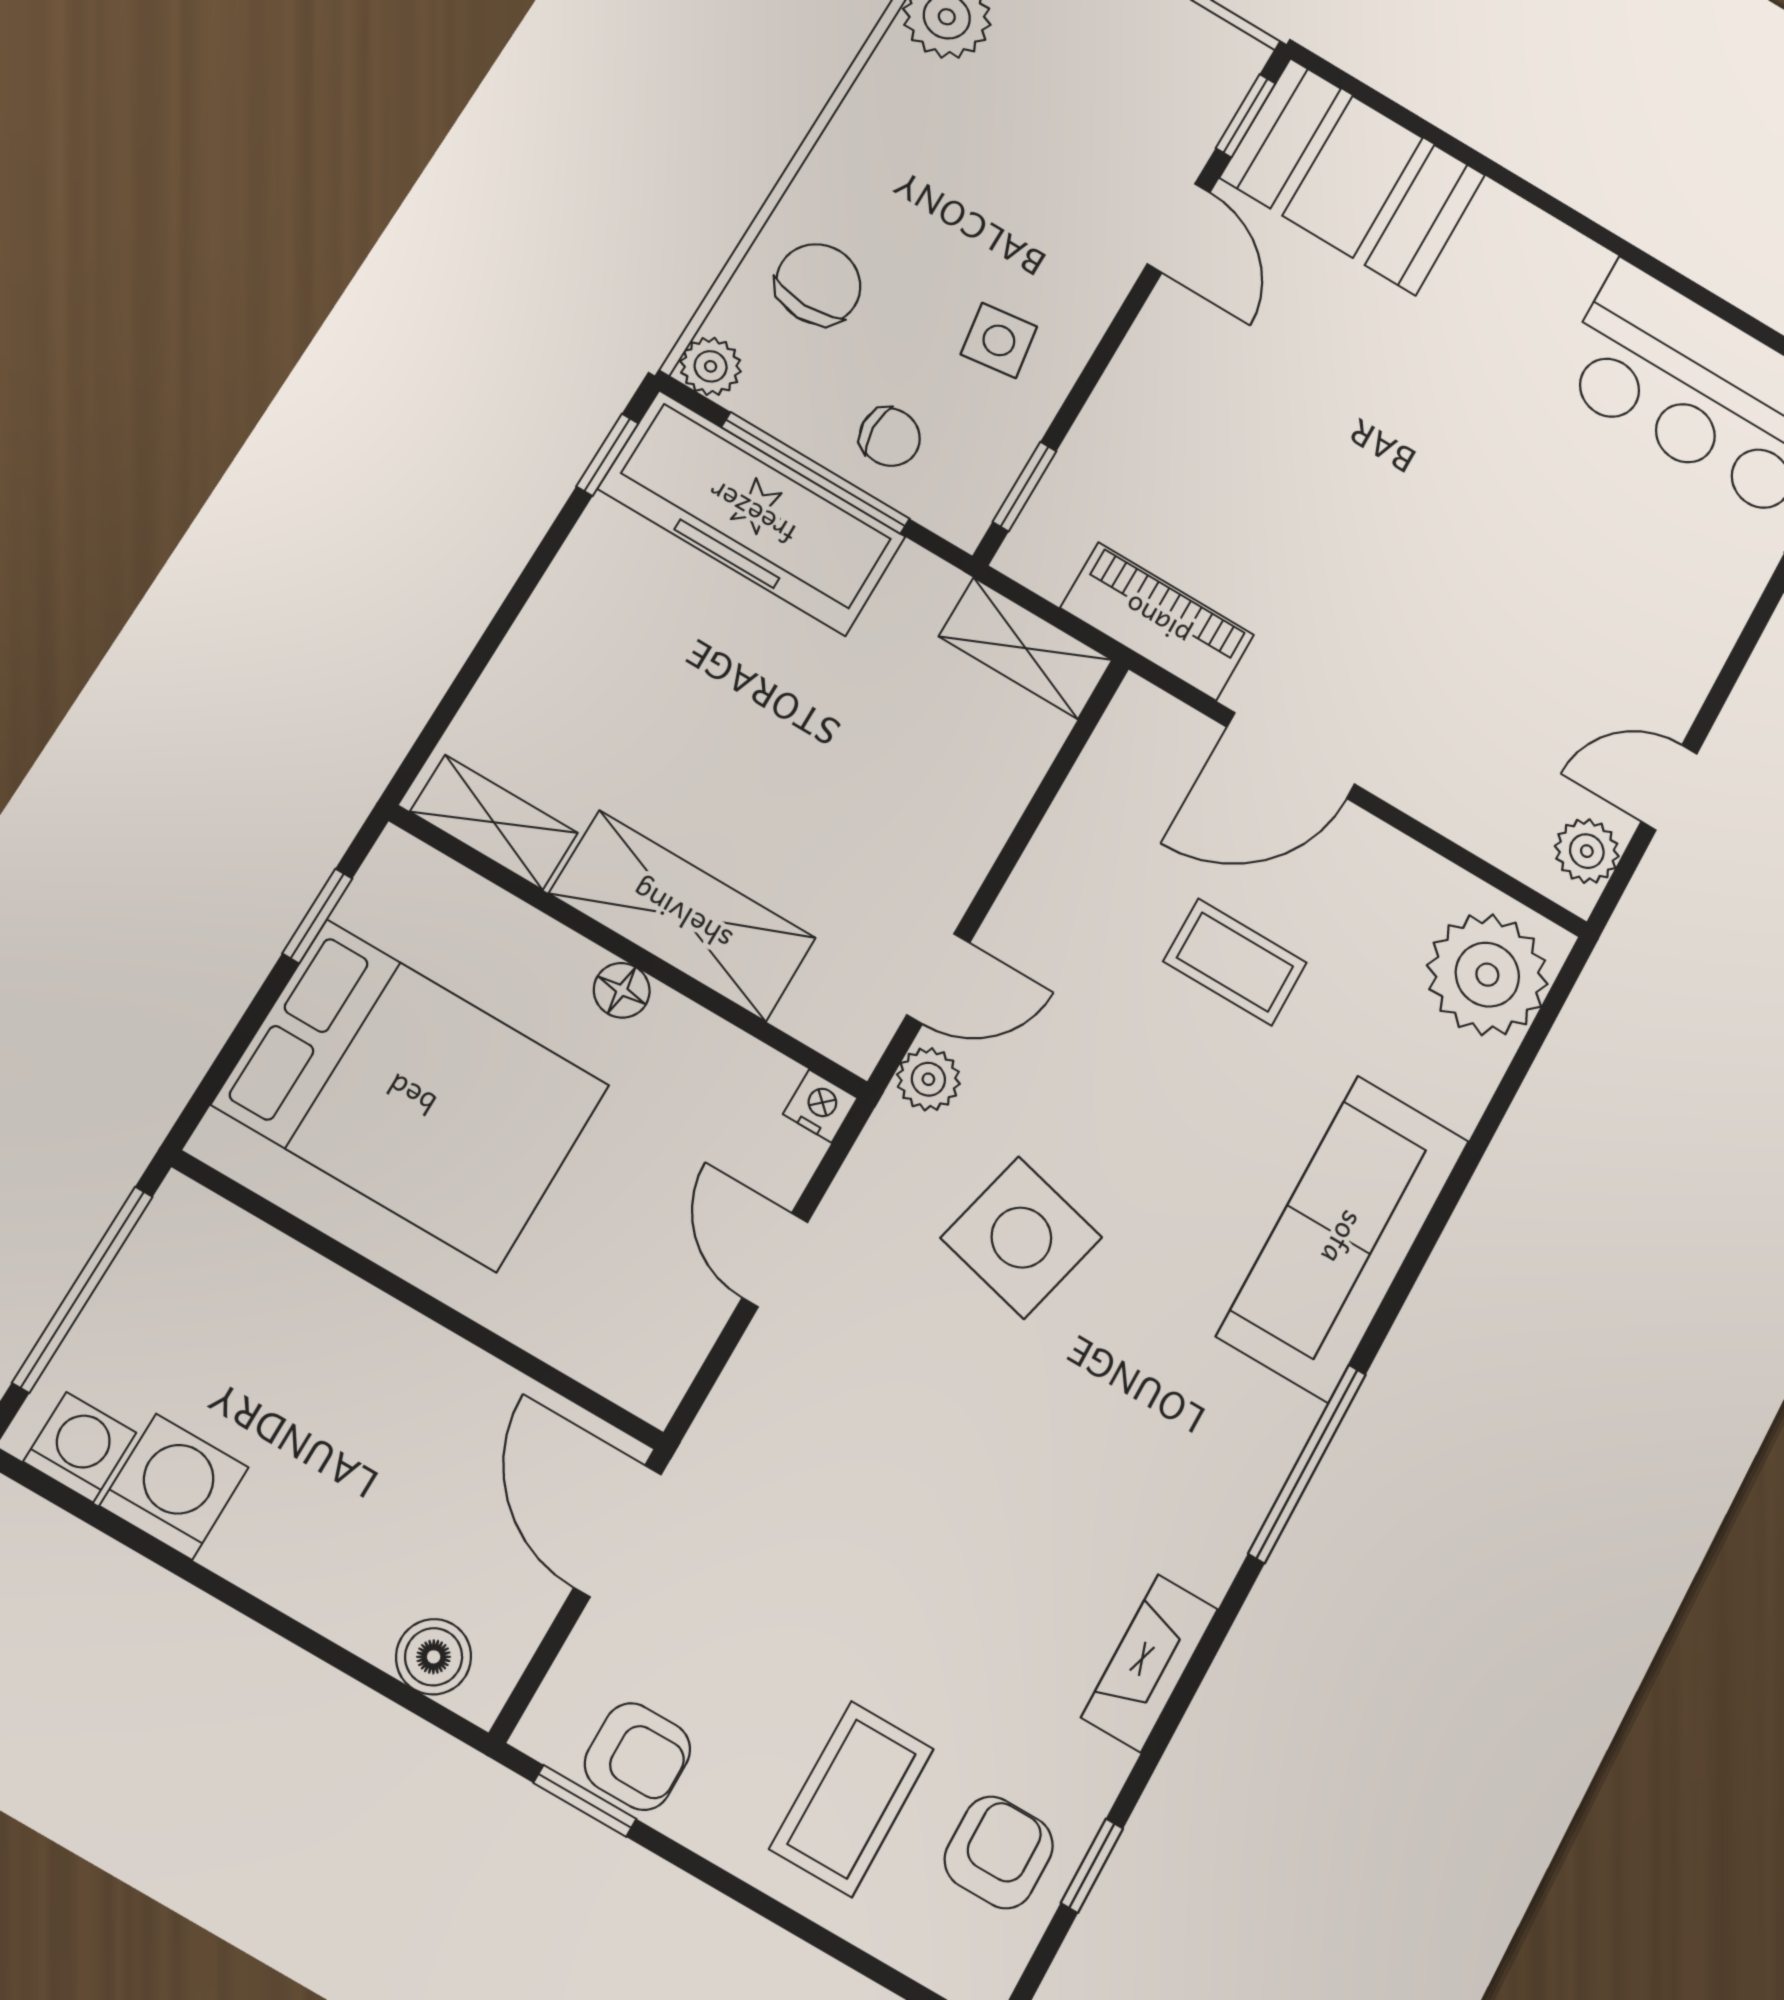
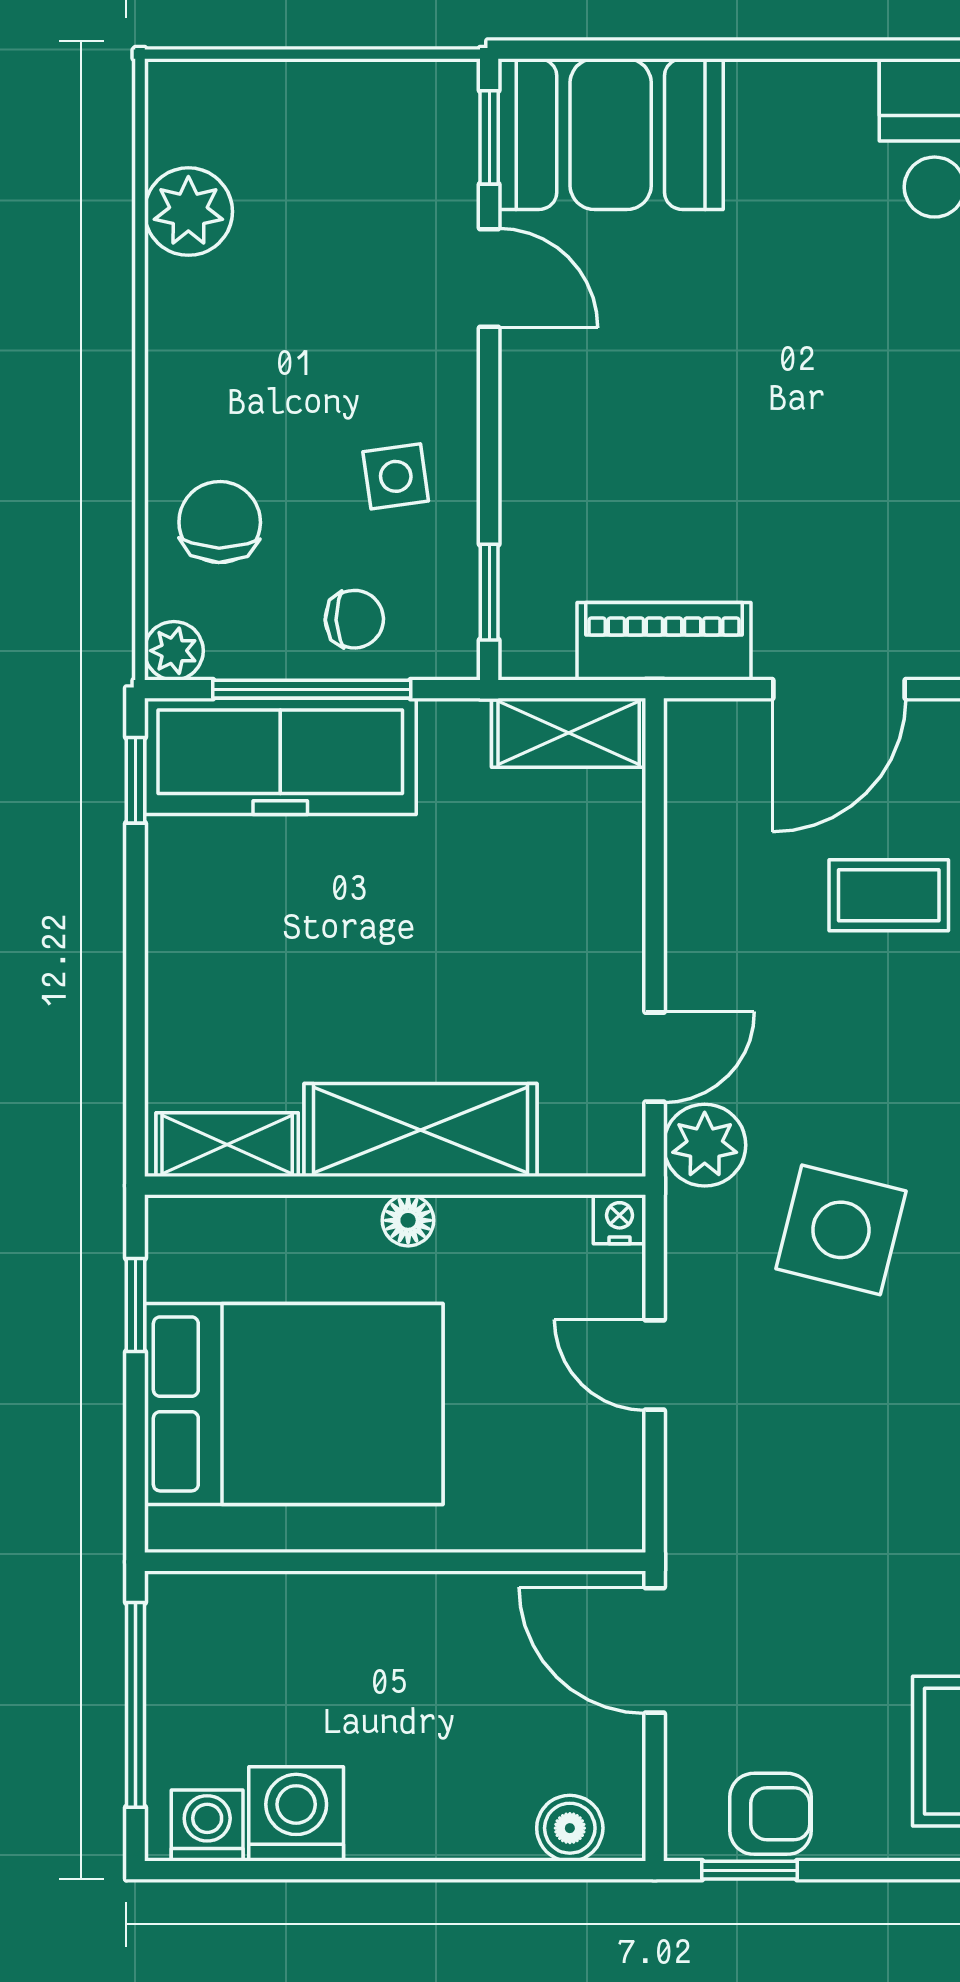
plant: (928, 1079) -> (705, 1145), width x1.38, depth x1.38

